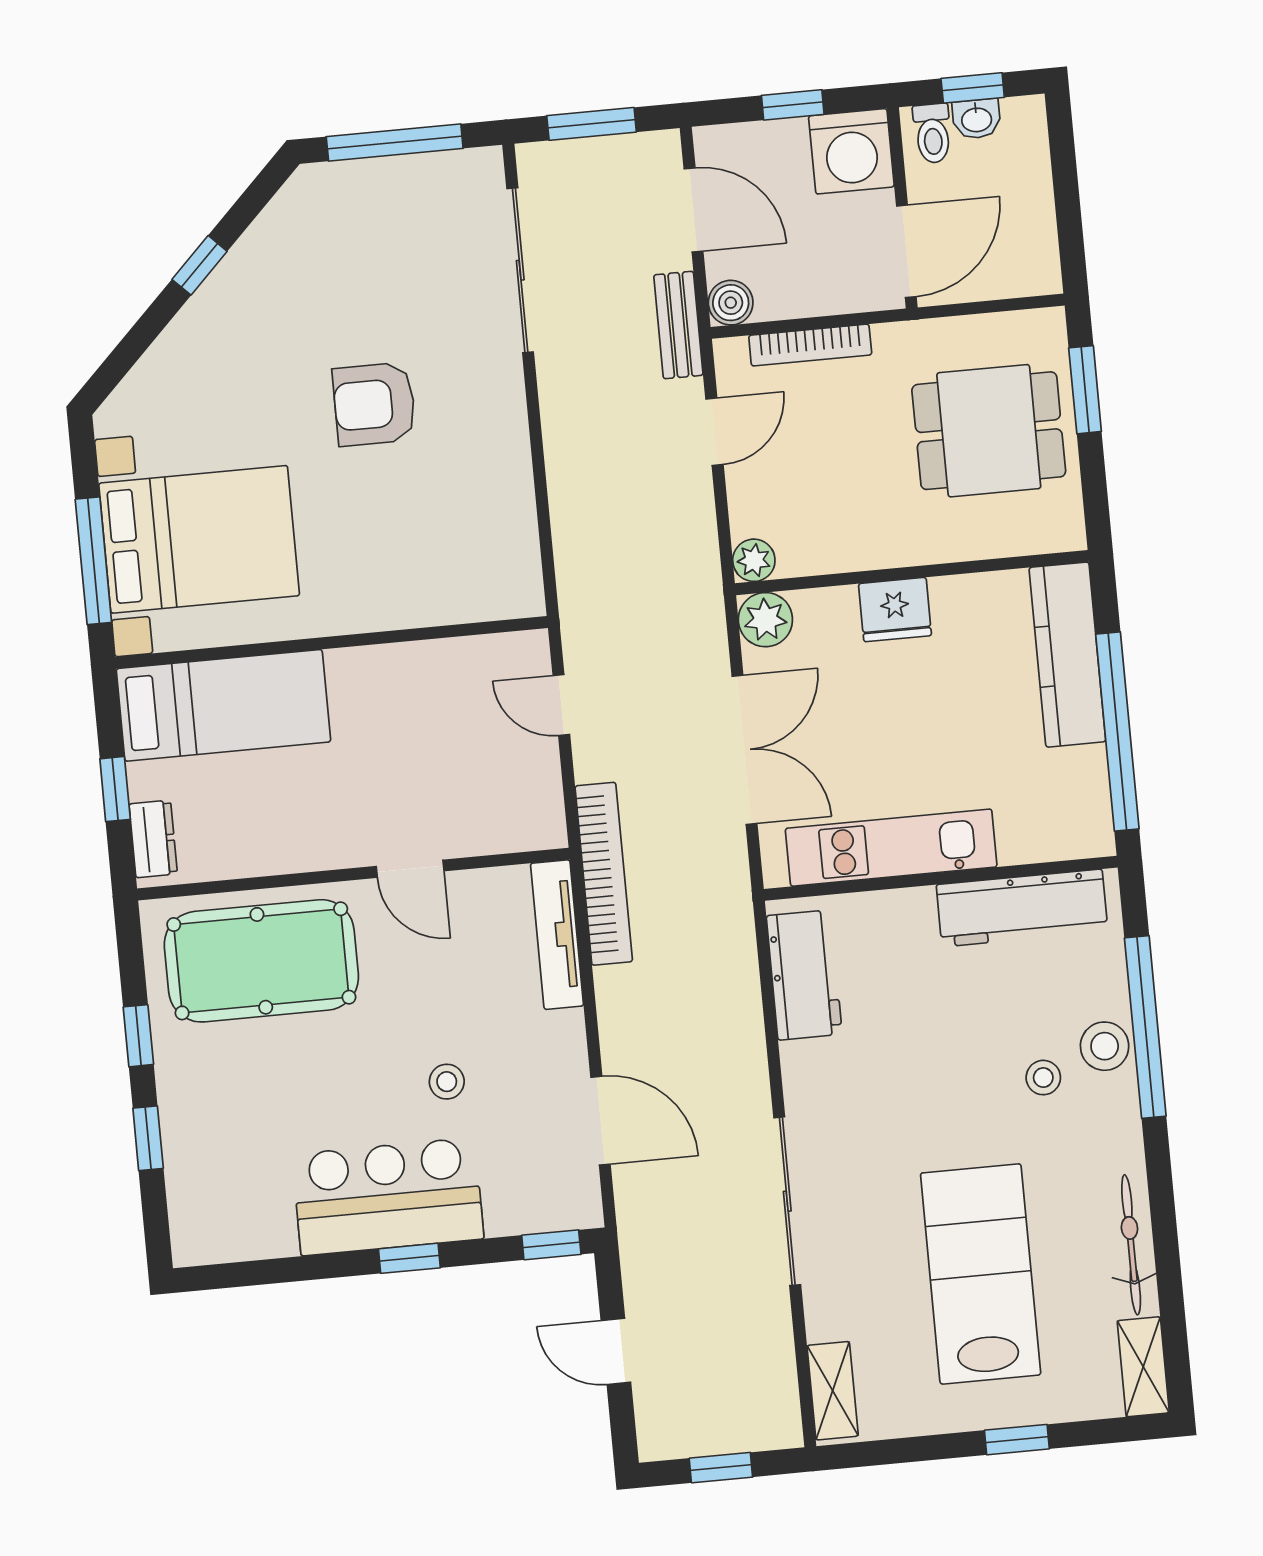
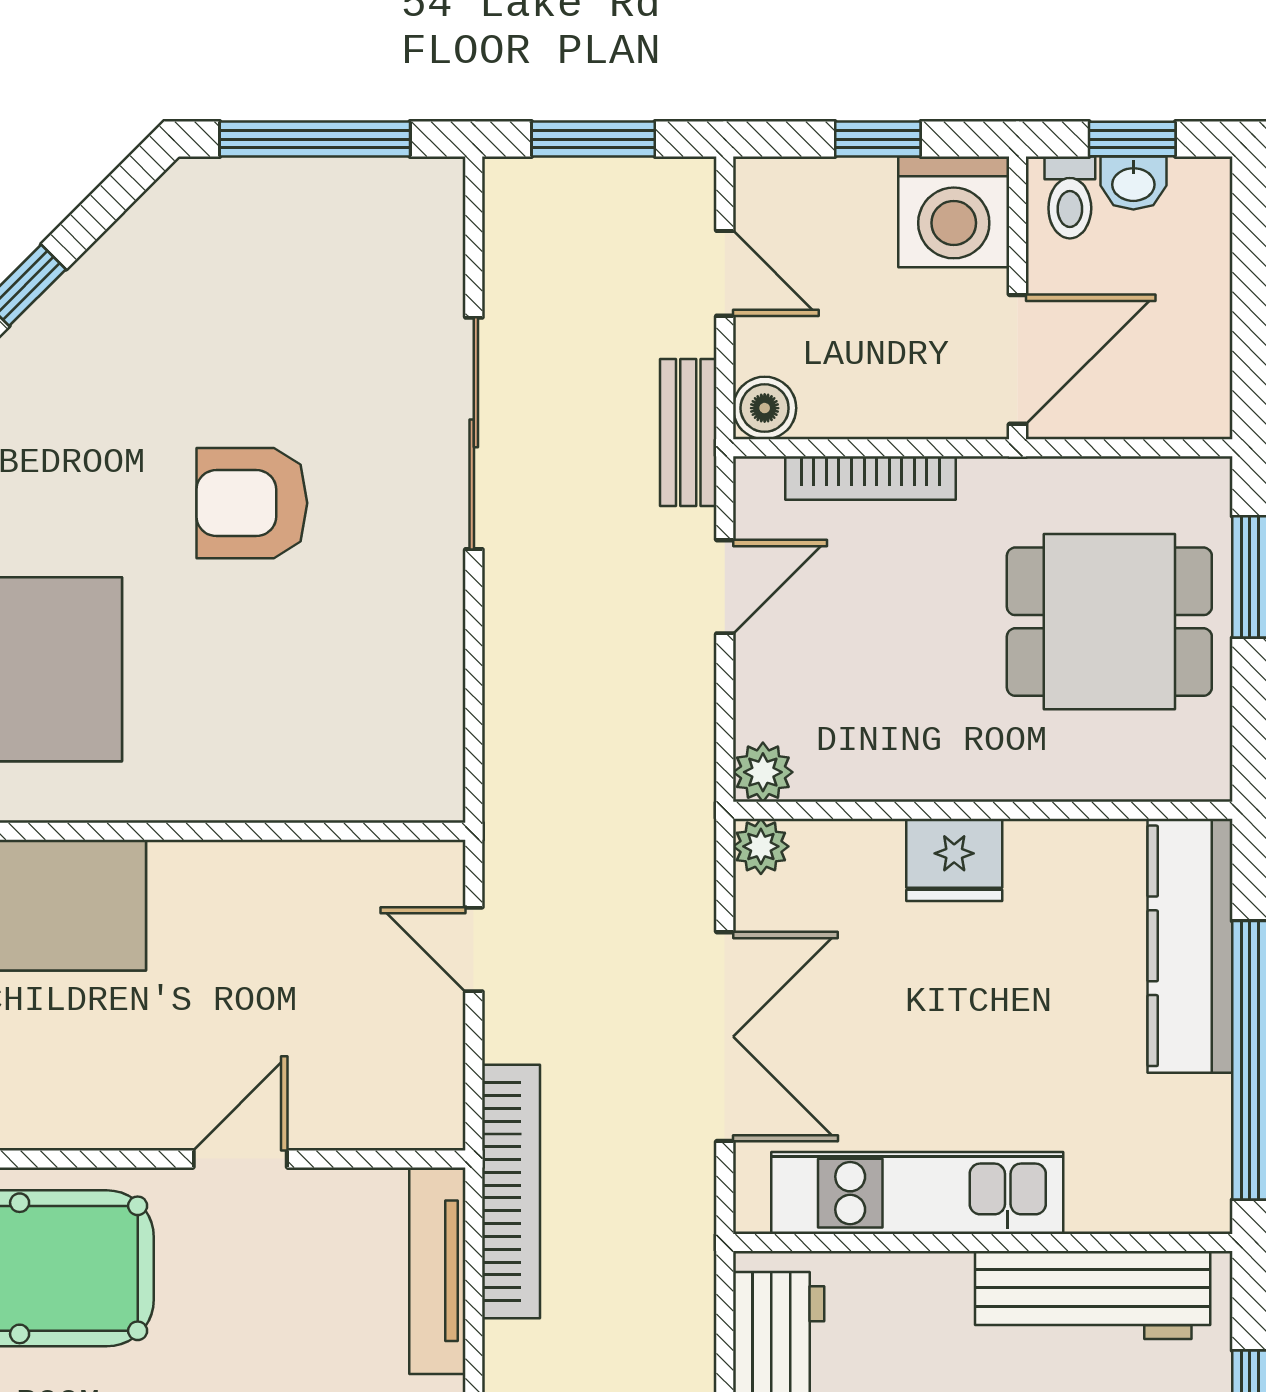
door: (694, 210) -> (725, 273), width x0.73
sliding door: (520, 270) -> (474, 433), moved
plant: (765, 620) -> (761, 846), width x0.73, depth x0.73
door: (410, 869) -> (240, 1159), swing flipped

